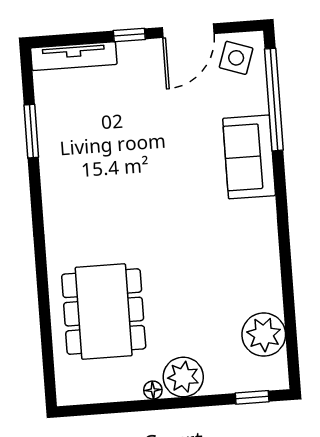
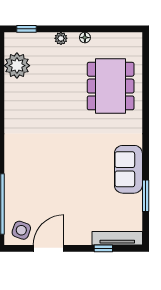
window: (129, 35) -> (103, 248), moved
sofa: (249, 157) -> (128, 169), moved, turned 180
plant: (183, 377) -> (61, 38), width x0.53, depth x0.53

